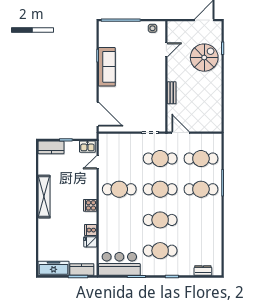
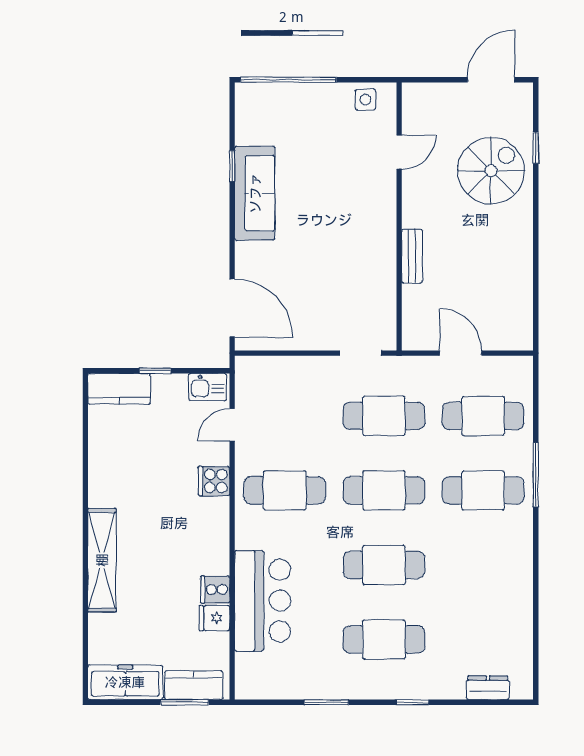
door: (181, 133) -> (461, 353), moved
shelving: (44, 196) -> (102, 560), moved
cooker: (90, 205) -> (214, 481), moved
bar counter: (119, 264) -> (263, 601), moved, turned 90

